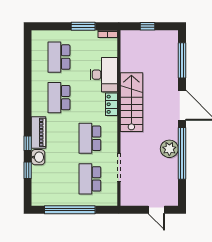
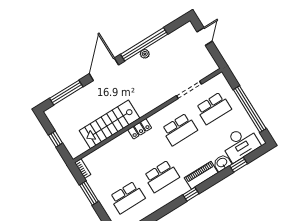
desk: (104, 75) -> (240, 144), moved, turned 180
stairs: (131, 102) -> (110, 124), moved
window: (28, 143) -> (191, 194), moved
plant: (169, 149) -> (145, 54), width x0.53, depth x0.53

